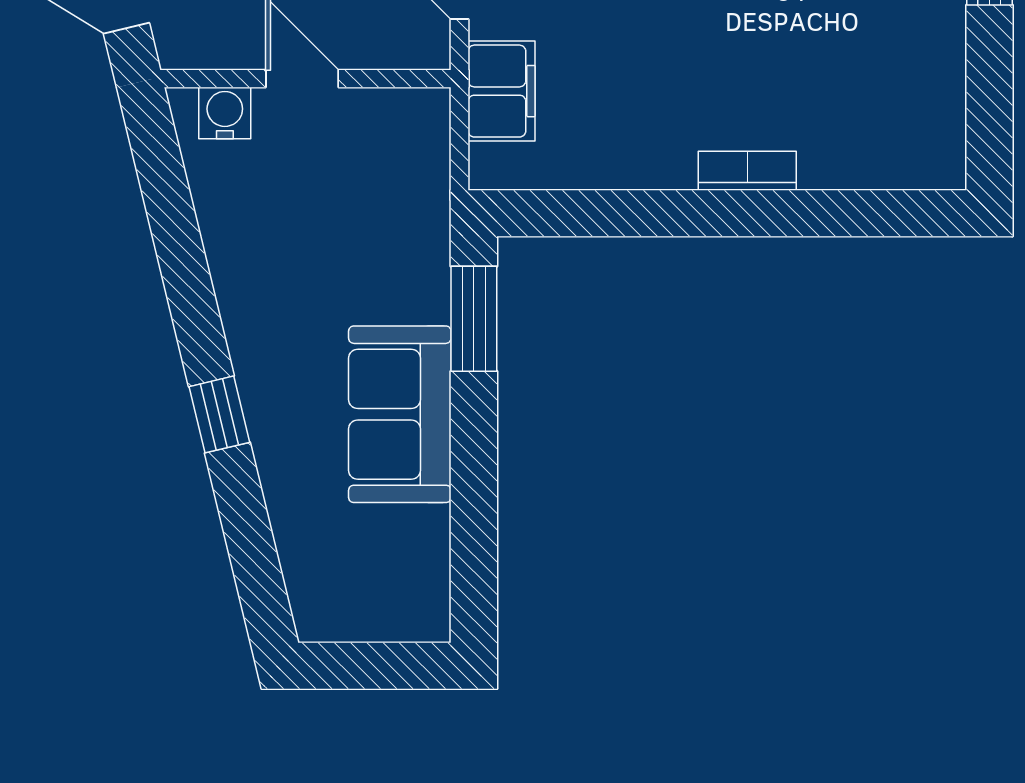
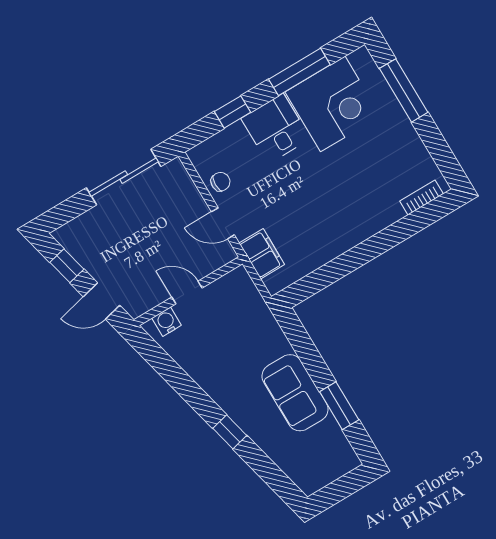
bookcase: (747, 171) -> (422, 197), moved
window: (474, 319) -> (339, 406), moved

